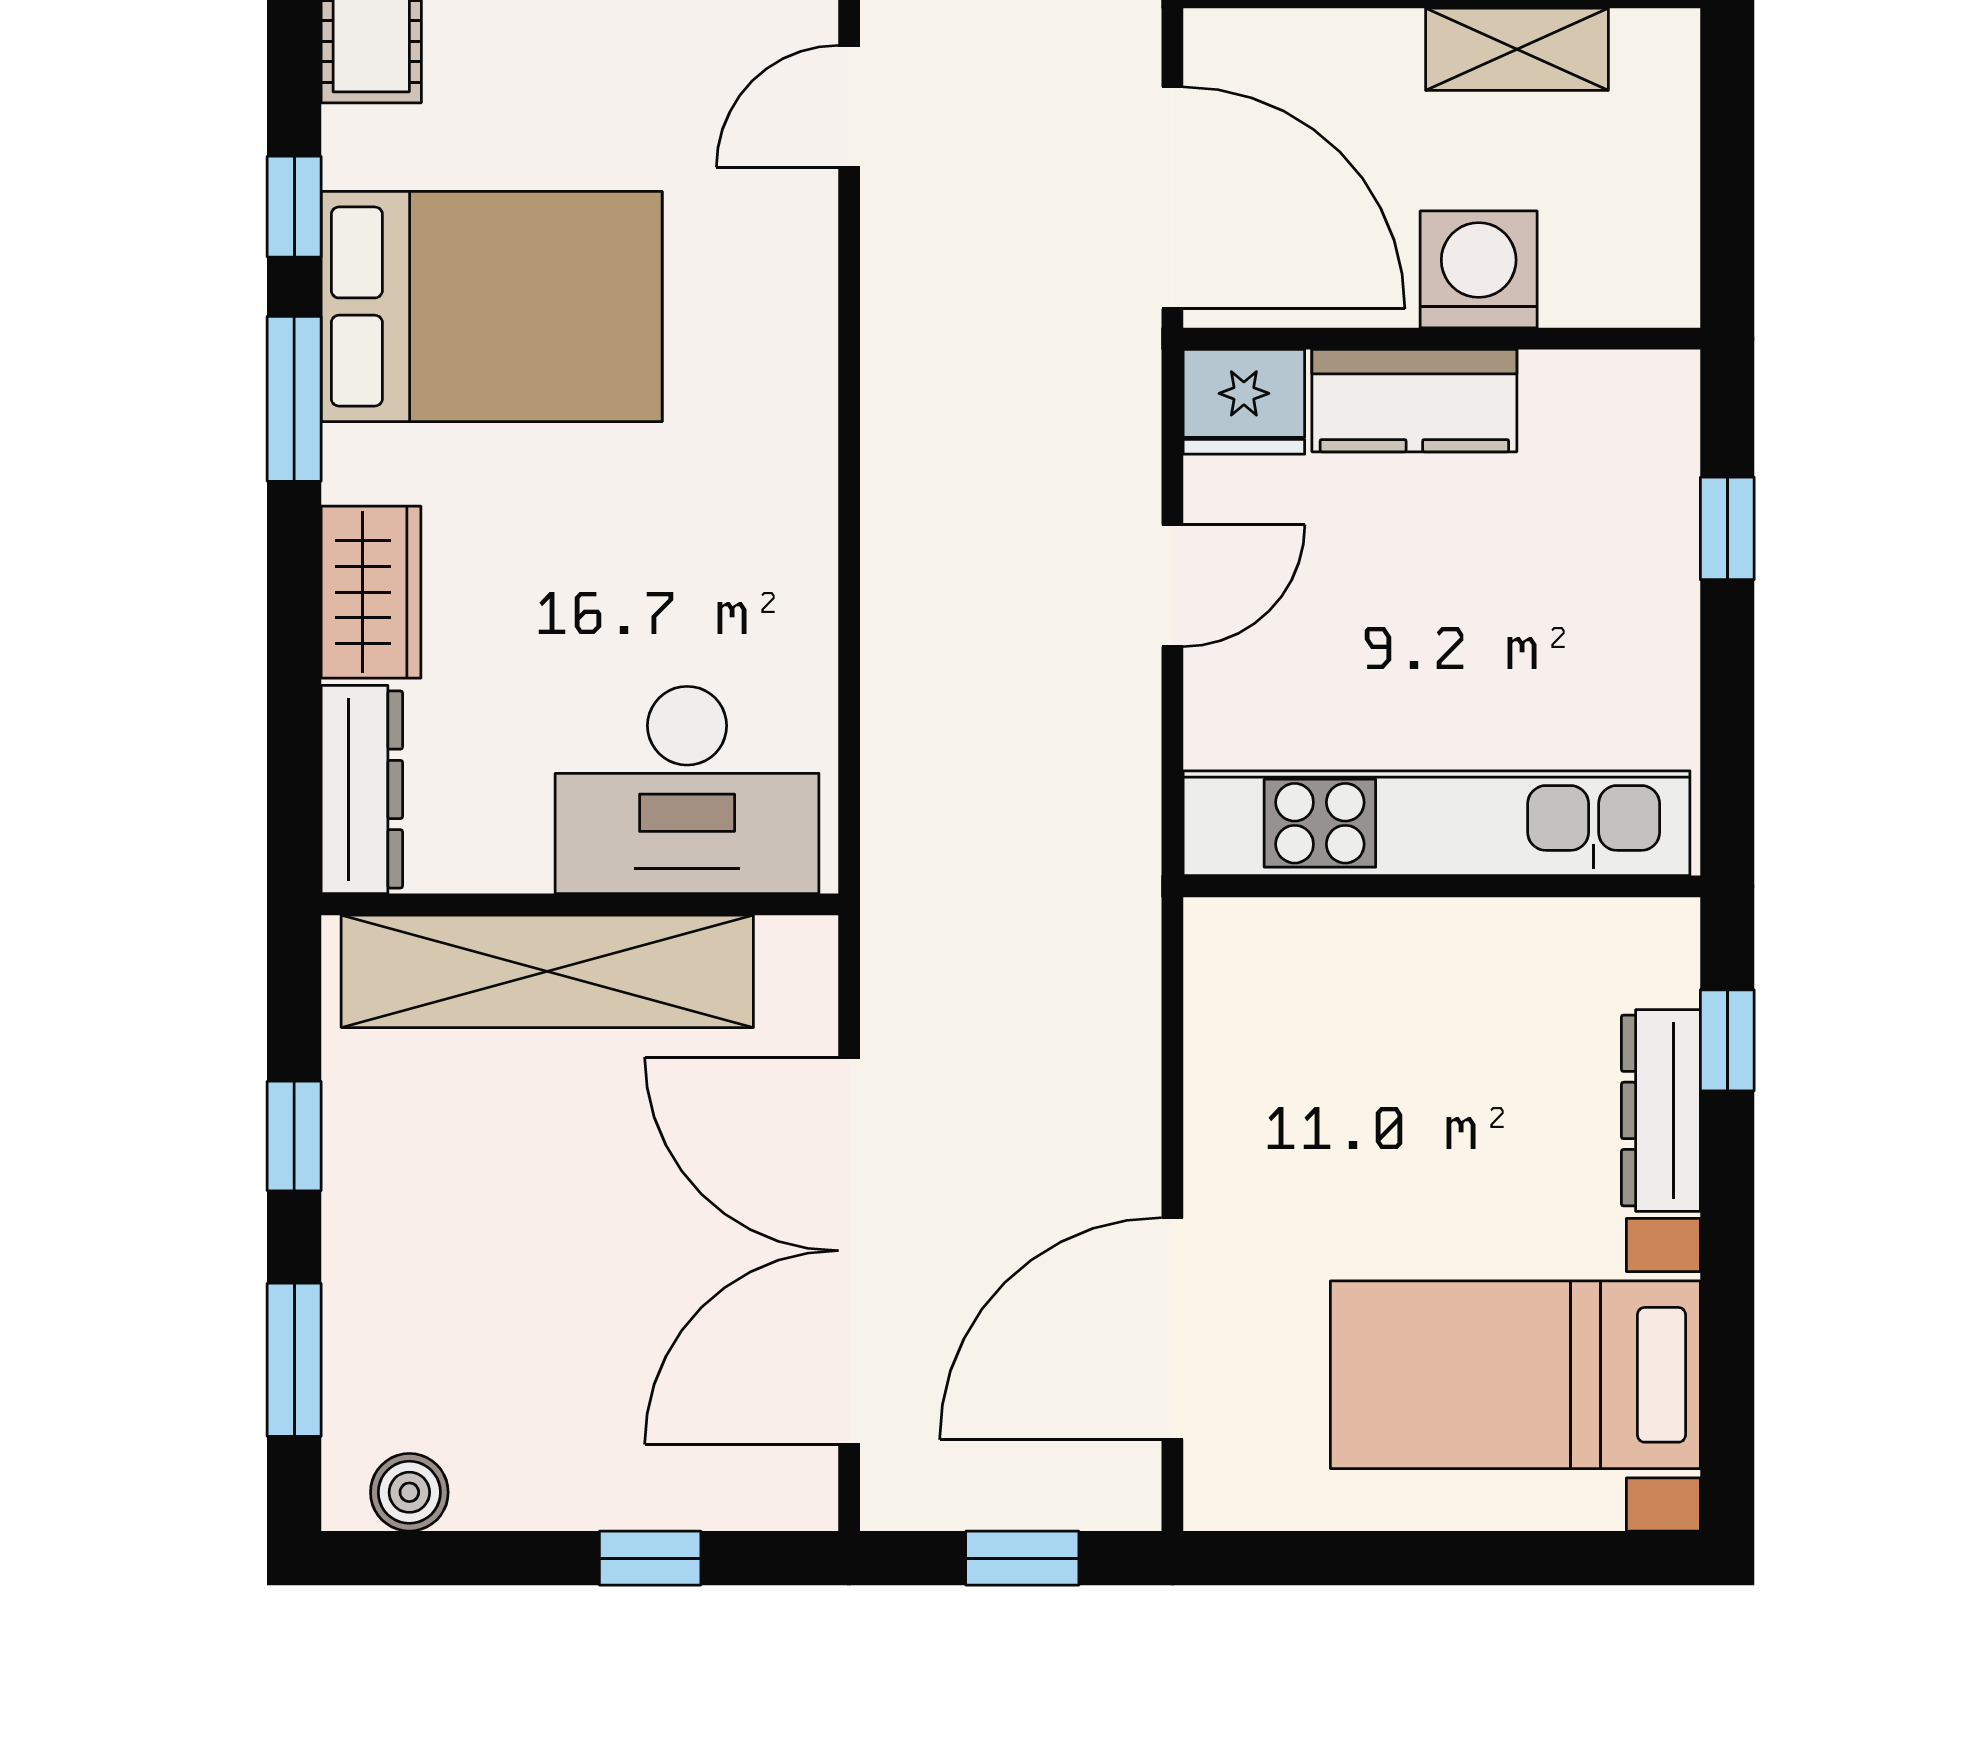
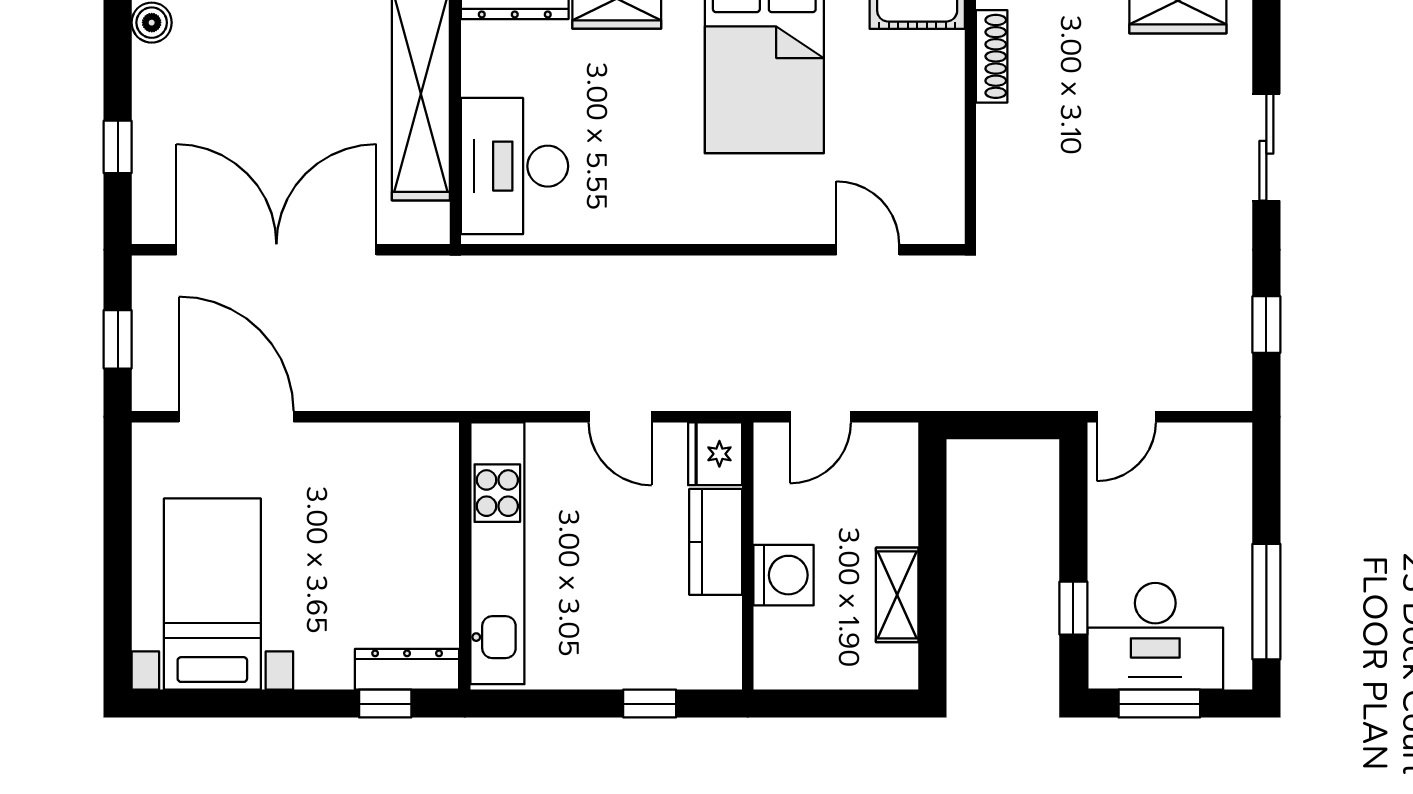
door: (1172, 198) -> (820, 417), width x0.53
dresser: (1661, 1110) -> (407, 669), moved

